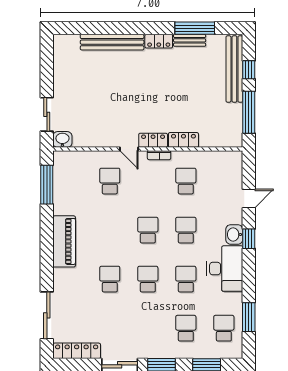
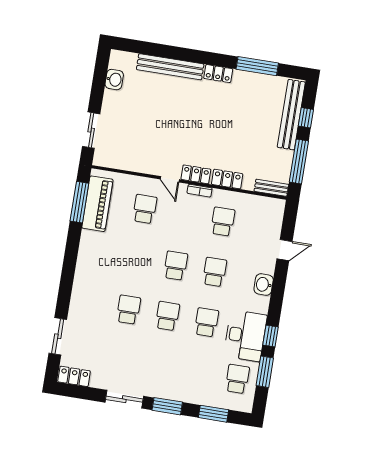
bench: (190, 40) -> (271, 188), moved
washbasin: (62, 139) -> (114, 80), moved, turned 90
window: (249, 239) -> (271, 336), moved
piano: (64, 241) -> (97, 204), moved
desk: (225, 269) -> (245, 336), moved
sliding door: (47, 315) -> (58, 336), width x0.73
school desk: (186, 328) -> (198, 373), removed
locker: (77, 351) -> (74, 376), width x0.66

